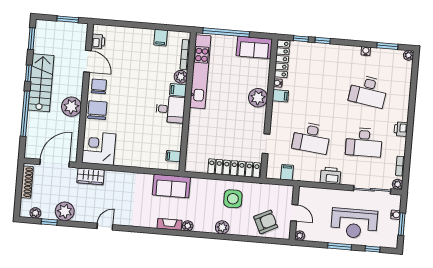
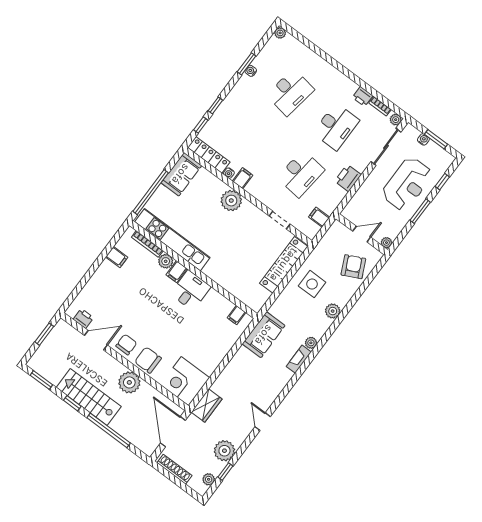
window: (387, 46) -> (246, 64), moved
chair: (99, 86) -> (126, 344), turned 90
printer: (401, 129) -> (363, 97), moved

